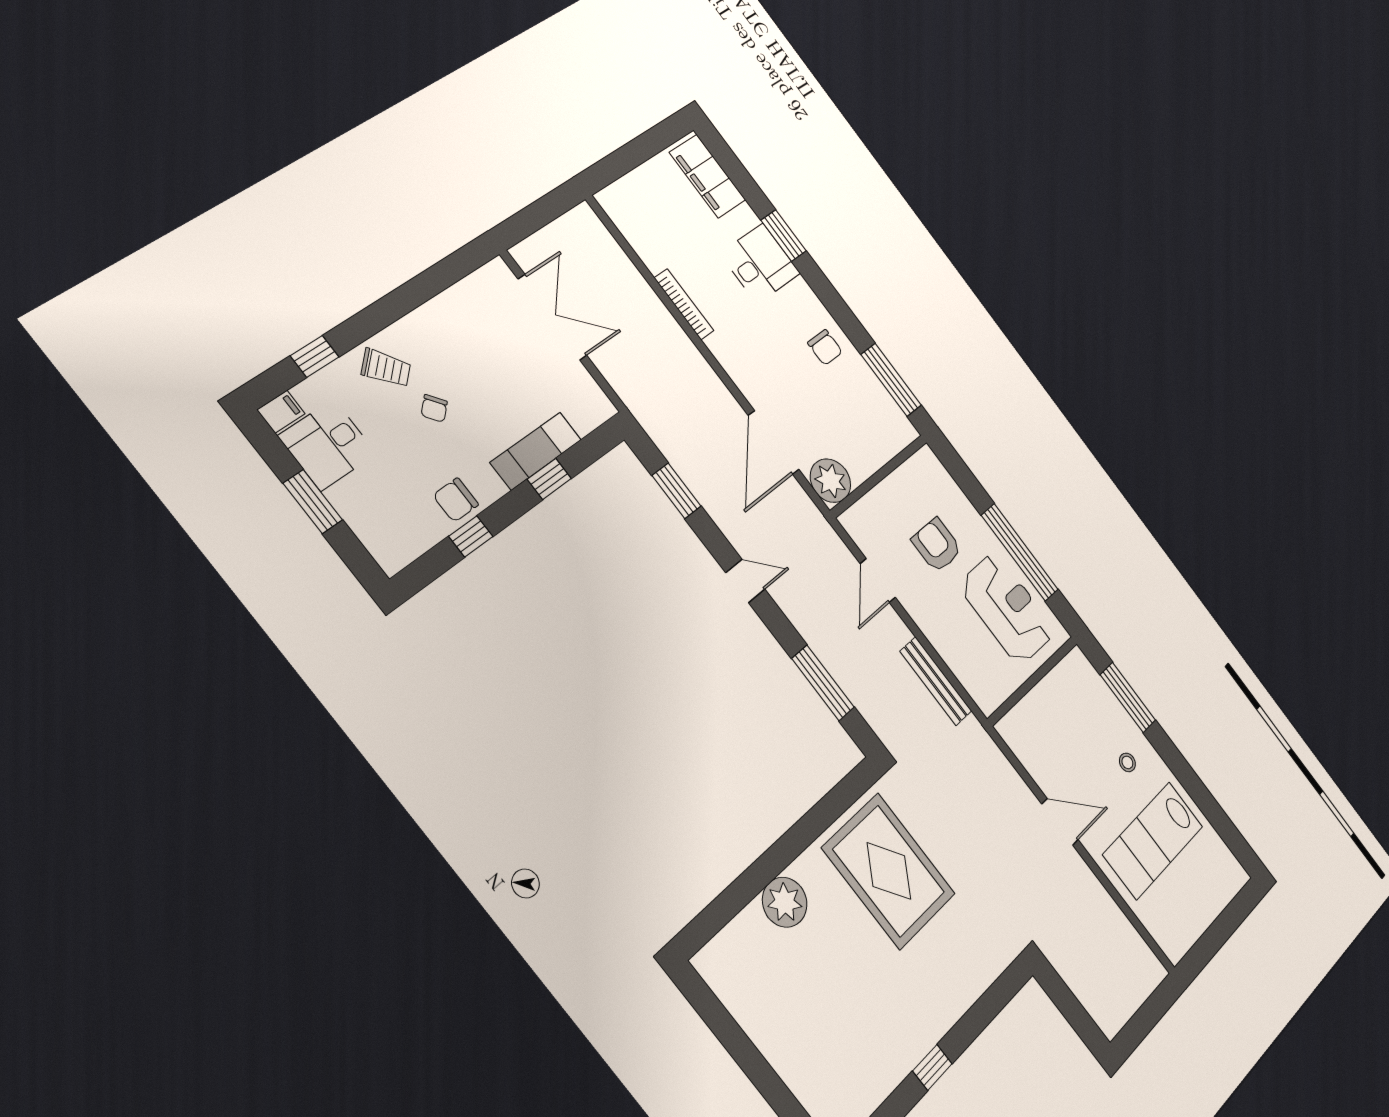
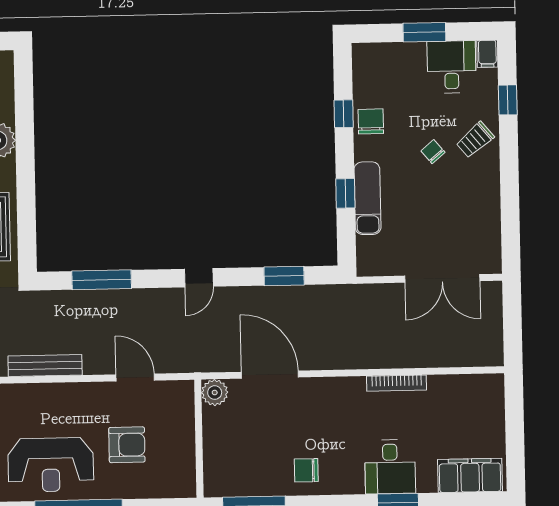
plant: (830, 481) -> (215, 393), width x0.73, depth x0.73

